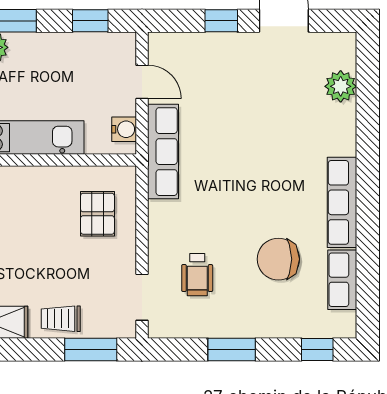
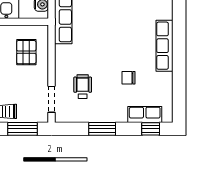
chair: (278, 259) -> (129, 78), width x0.54, depth x0.54
wheelchair: (197, 275) -> (83, 87), turned 180
row of seats: (342, 280) -> (145, 115), moved, turned 90

